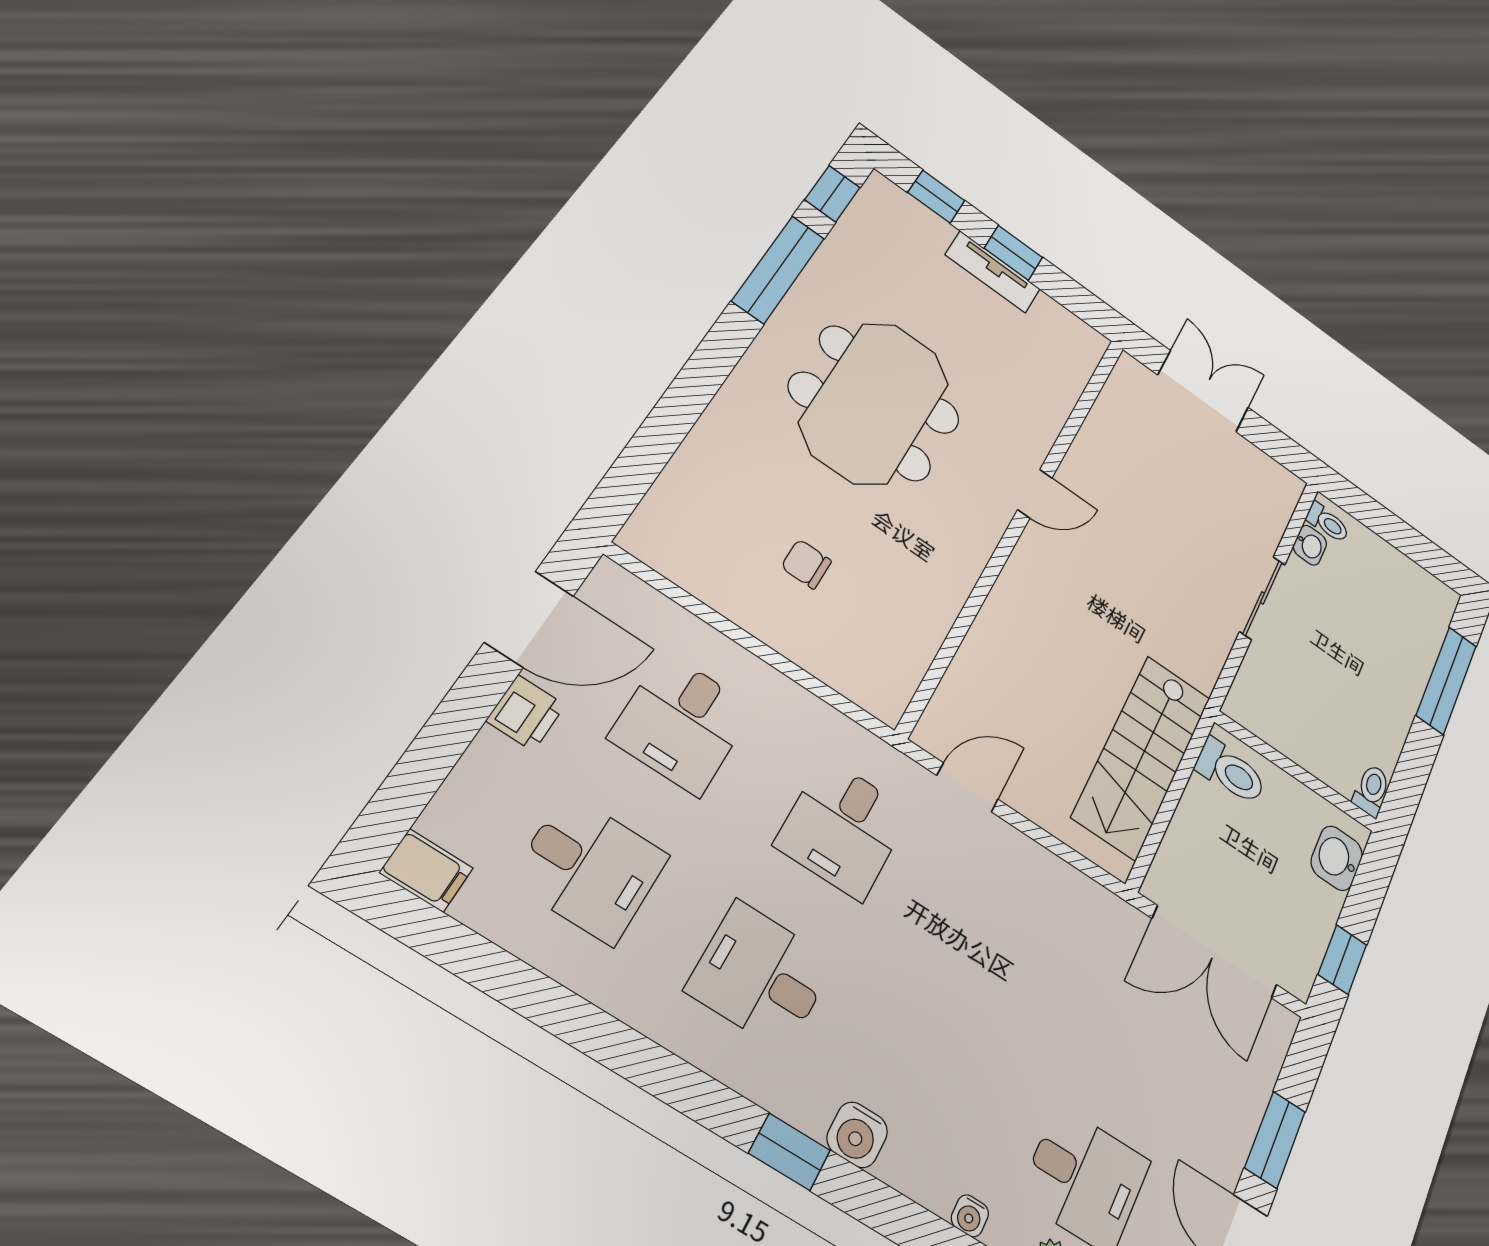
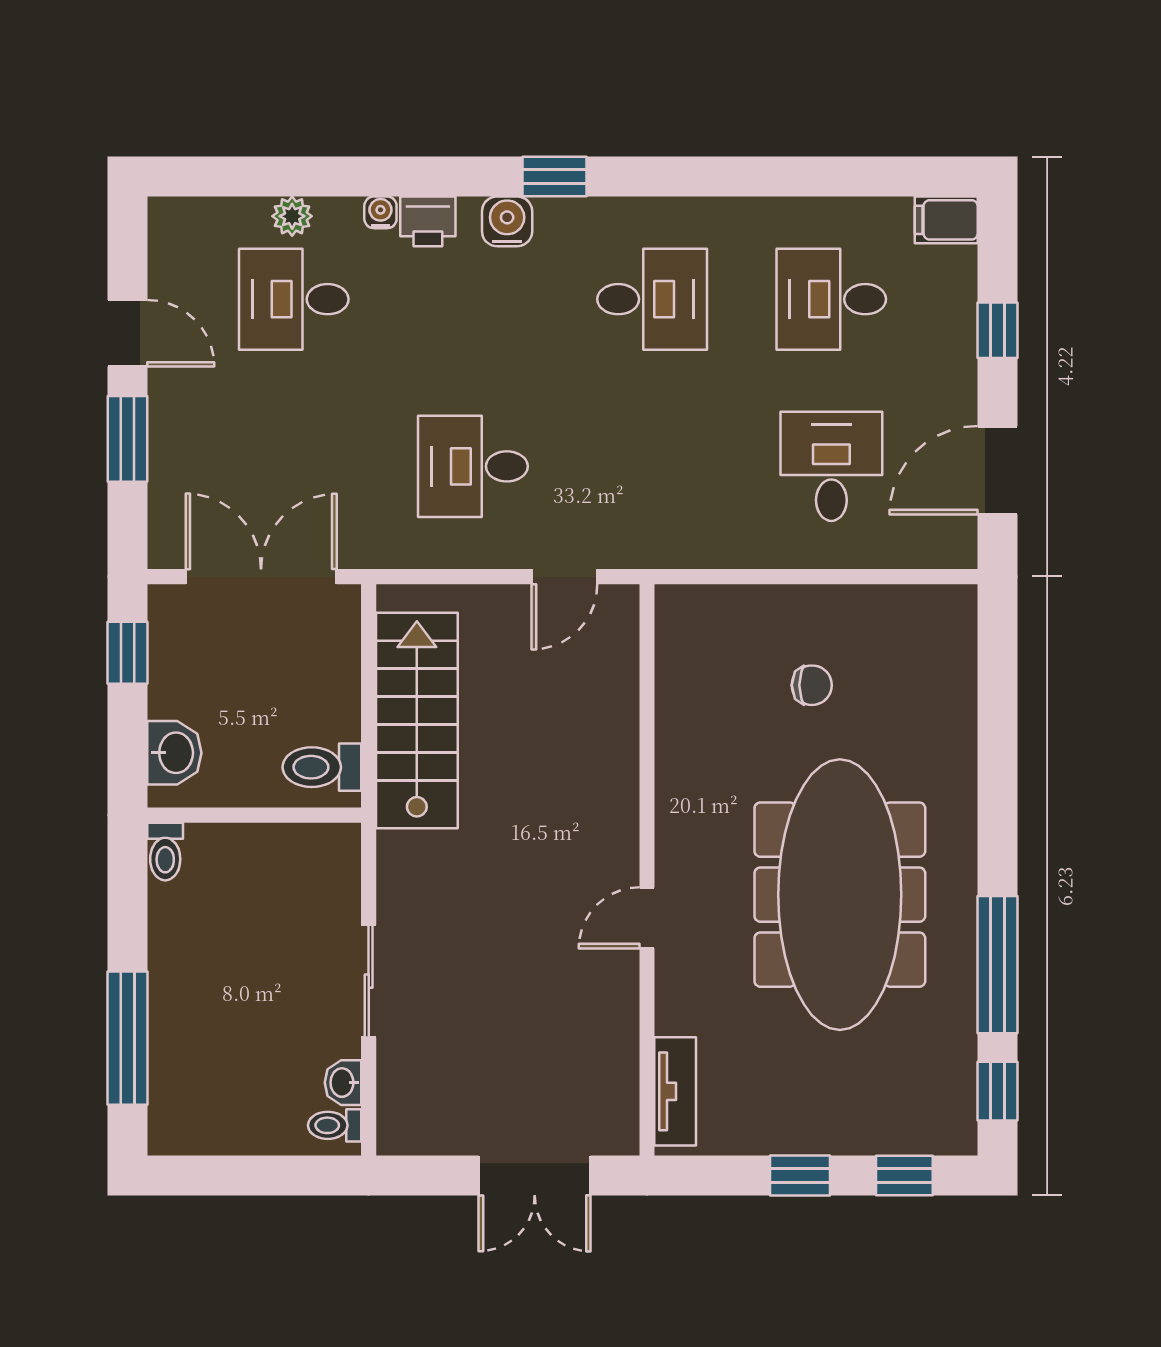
tv unit: (993, 272) -> (675, 1091), moved, turned 90
meeting table: (875, 403) -> (840, 895), width x1.36
printer: (526, 713) -> (428, 221), moved, turned -90
window: (445, 737) -> (997, 330), added
desk: (843, 828) -> (473, 466), moved, turned -90

